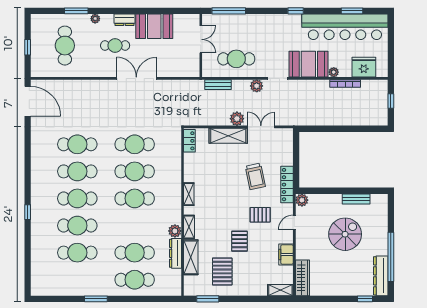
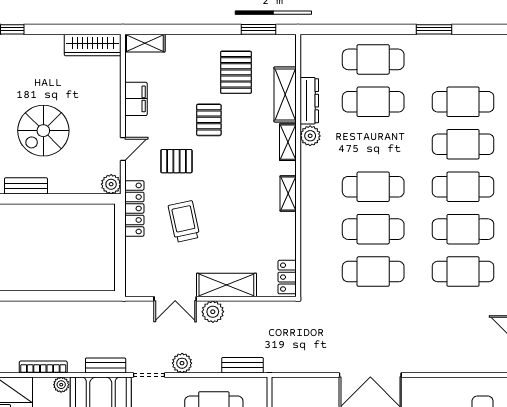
bench: (305, 84) -> (106, 365), added
wardrobe: (303, 278) -> (93, 45), moved, turned -90

